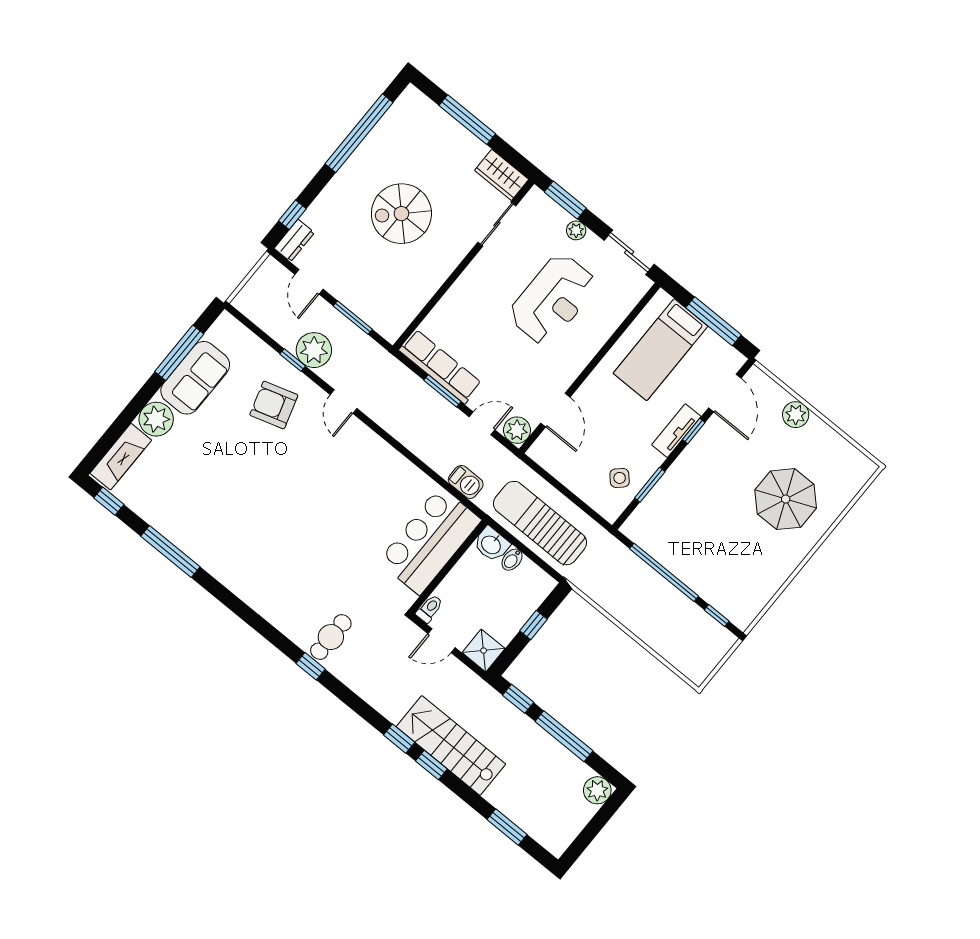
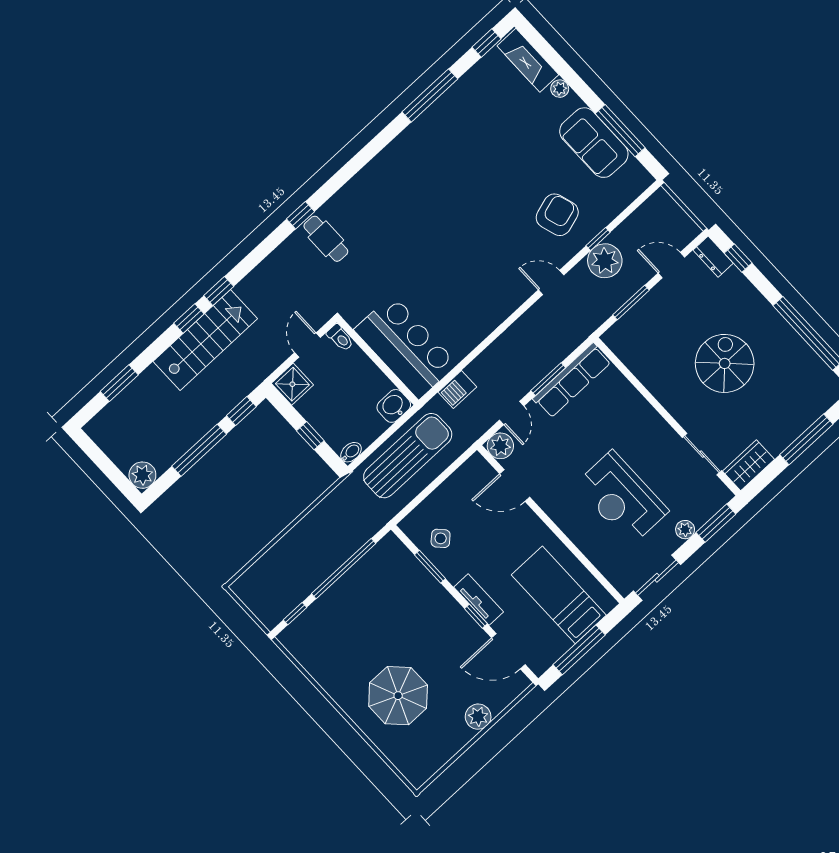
plant: (156, 419) -> (560, 89), width x0.53, depth x0.53
bidet: (512, 560) -> (351, 452), moved, turned 90

